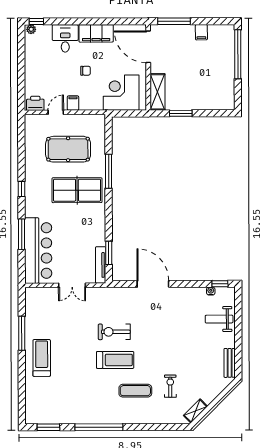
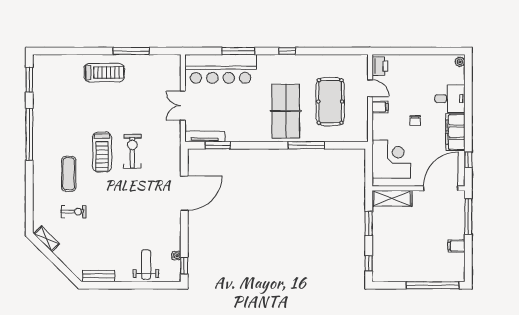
window: (36, 22) -> (468, 160), moved
window: (218, 113) -> (369, 263), added

